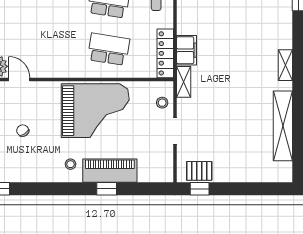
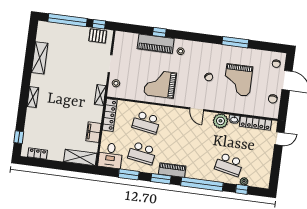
filing cabinet: (187, 50) -> (93, 132), moved
door: (19, 79) -> (197, 109), moved
grand piano: (95, 111) -> (160, 84), width x0.73, depth x0.68
shelving: (283, 126) -> (40, 58), width x0.68
window: (248, 189) -> (68, 20), added

